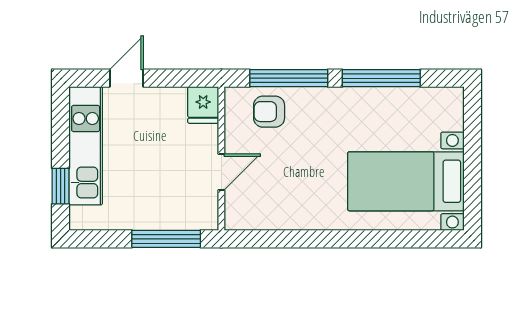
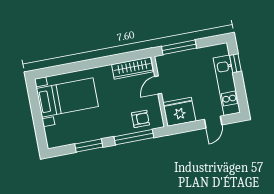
window: (381, 78) -> (89, 146), width x0.69
fridge: (203, 105) -> (179, 112), width x1.88, depth x1.34
wardrobe: (266, 215) -> (132, 68), added

